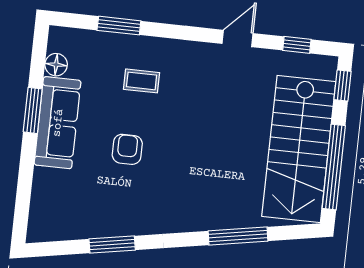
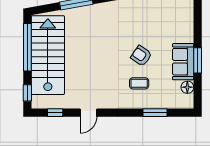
sofa: (58, 123) -> (183, 62), width x0.73
armchair: (127, 149) -> (141, 56), moved, turned 124

